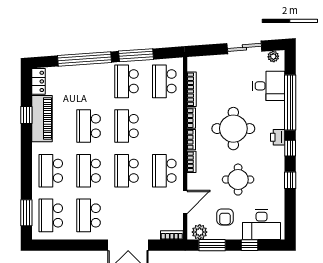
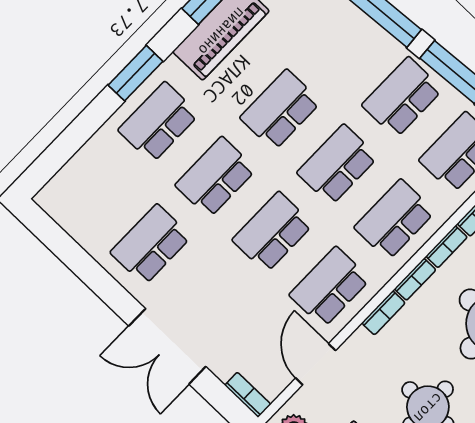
door: (185, 202) -> (316, 364), swing flipped
window: (26, 213) -> (135, 73), moved
school desk: (51, 215) -> (394, 220), moved

